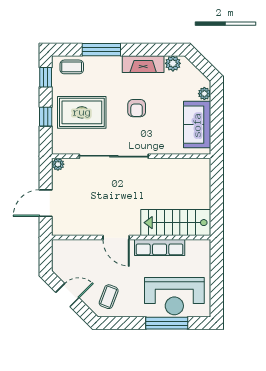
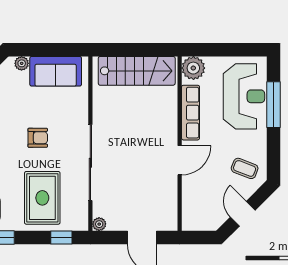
window: (46, 117) -> (61, 238), moved
stairs: (176, 223) -> (137, 71), moved, turned -90
plant: (200, 250) -> (193, 68), added

